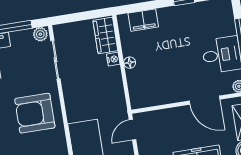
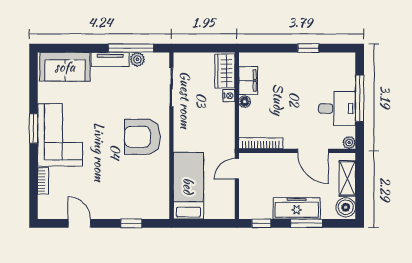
filing cabinet: (143, 20) -> (248, 80), moved, turned -90
plant: (40, 34) -> (137, 59), moved
bookcase: (152, 101) -> (261, 143), added

